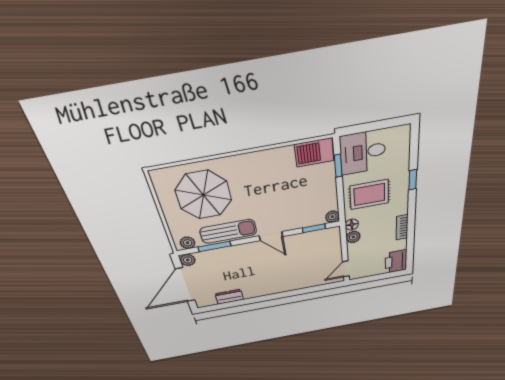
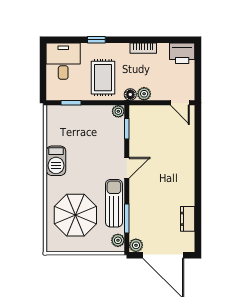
desk: (363, 152) -> (63, 61), moved, turned 180
barbecue: (314, 153) -> (56, 161), moved

